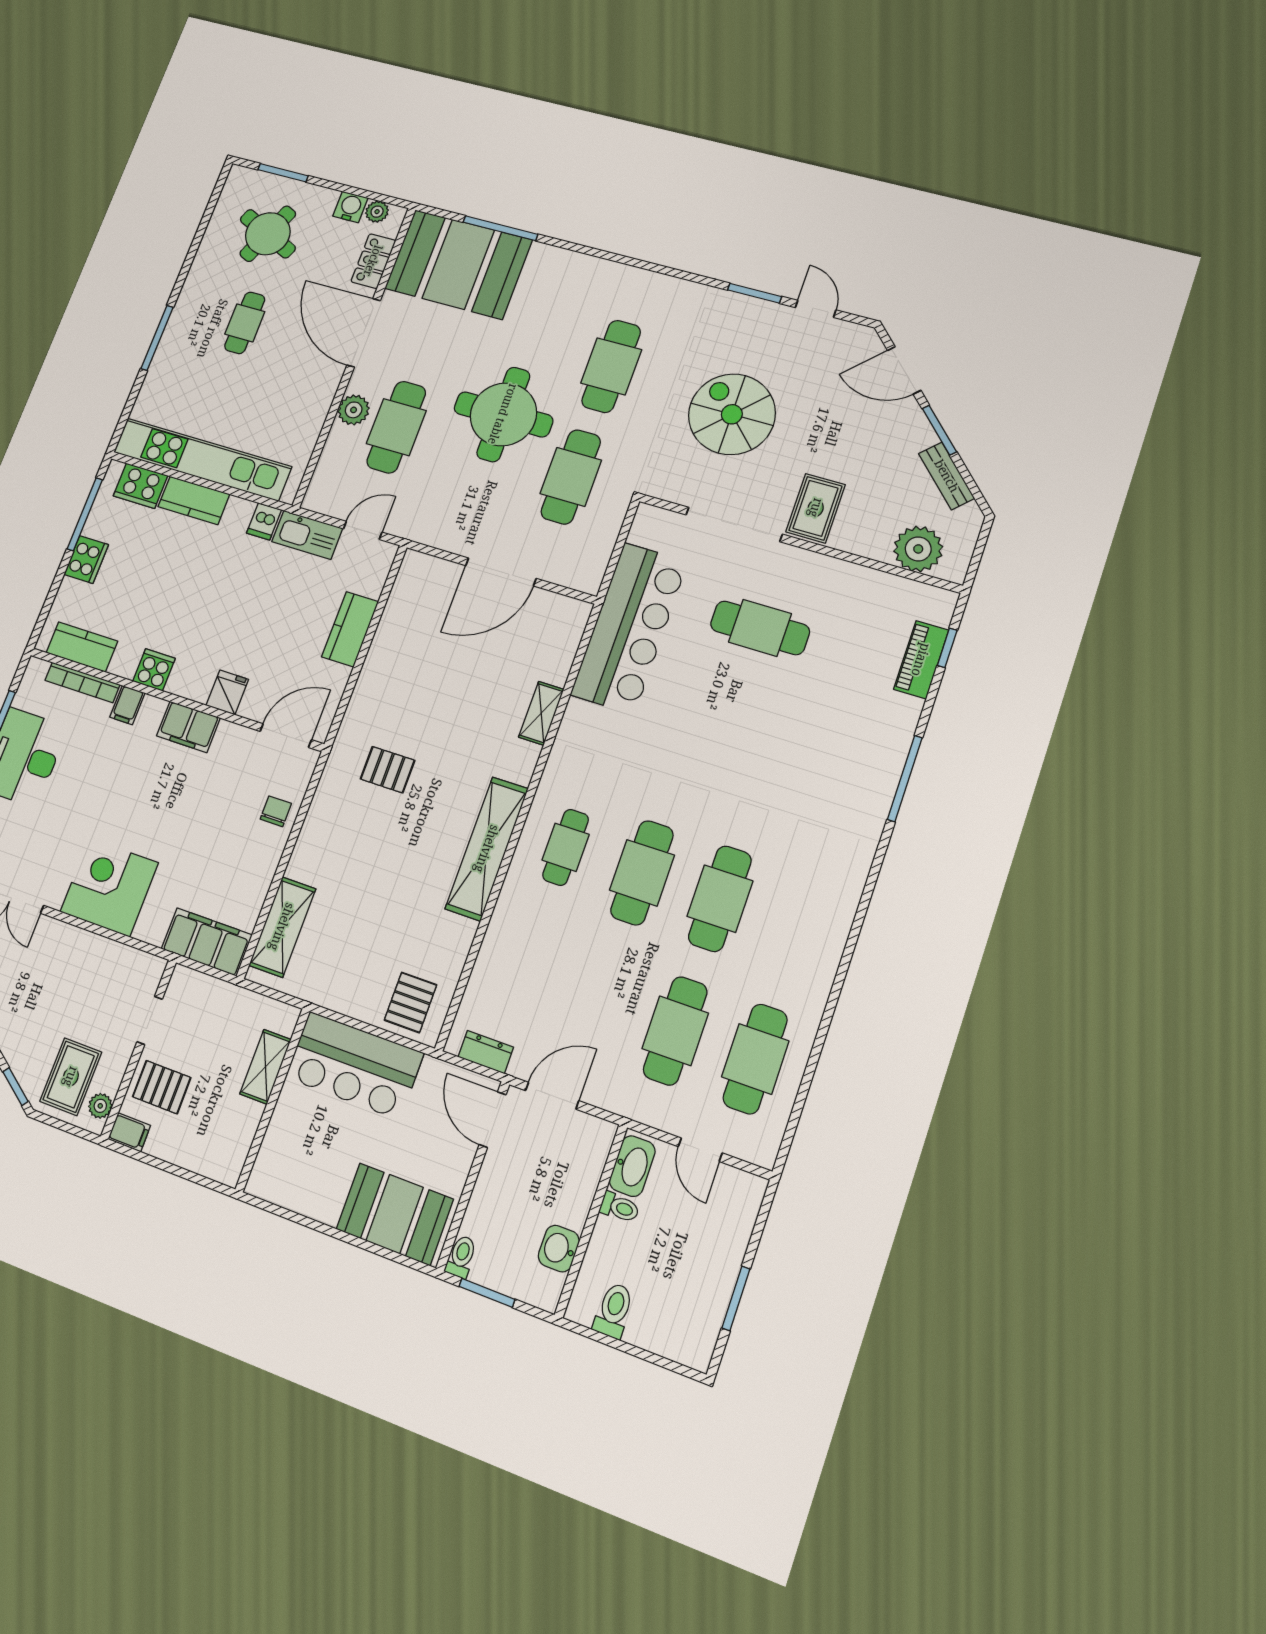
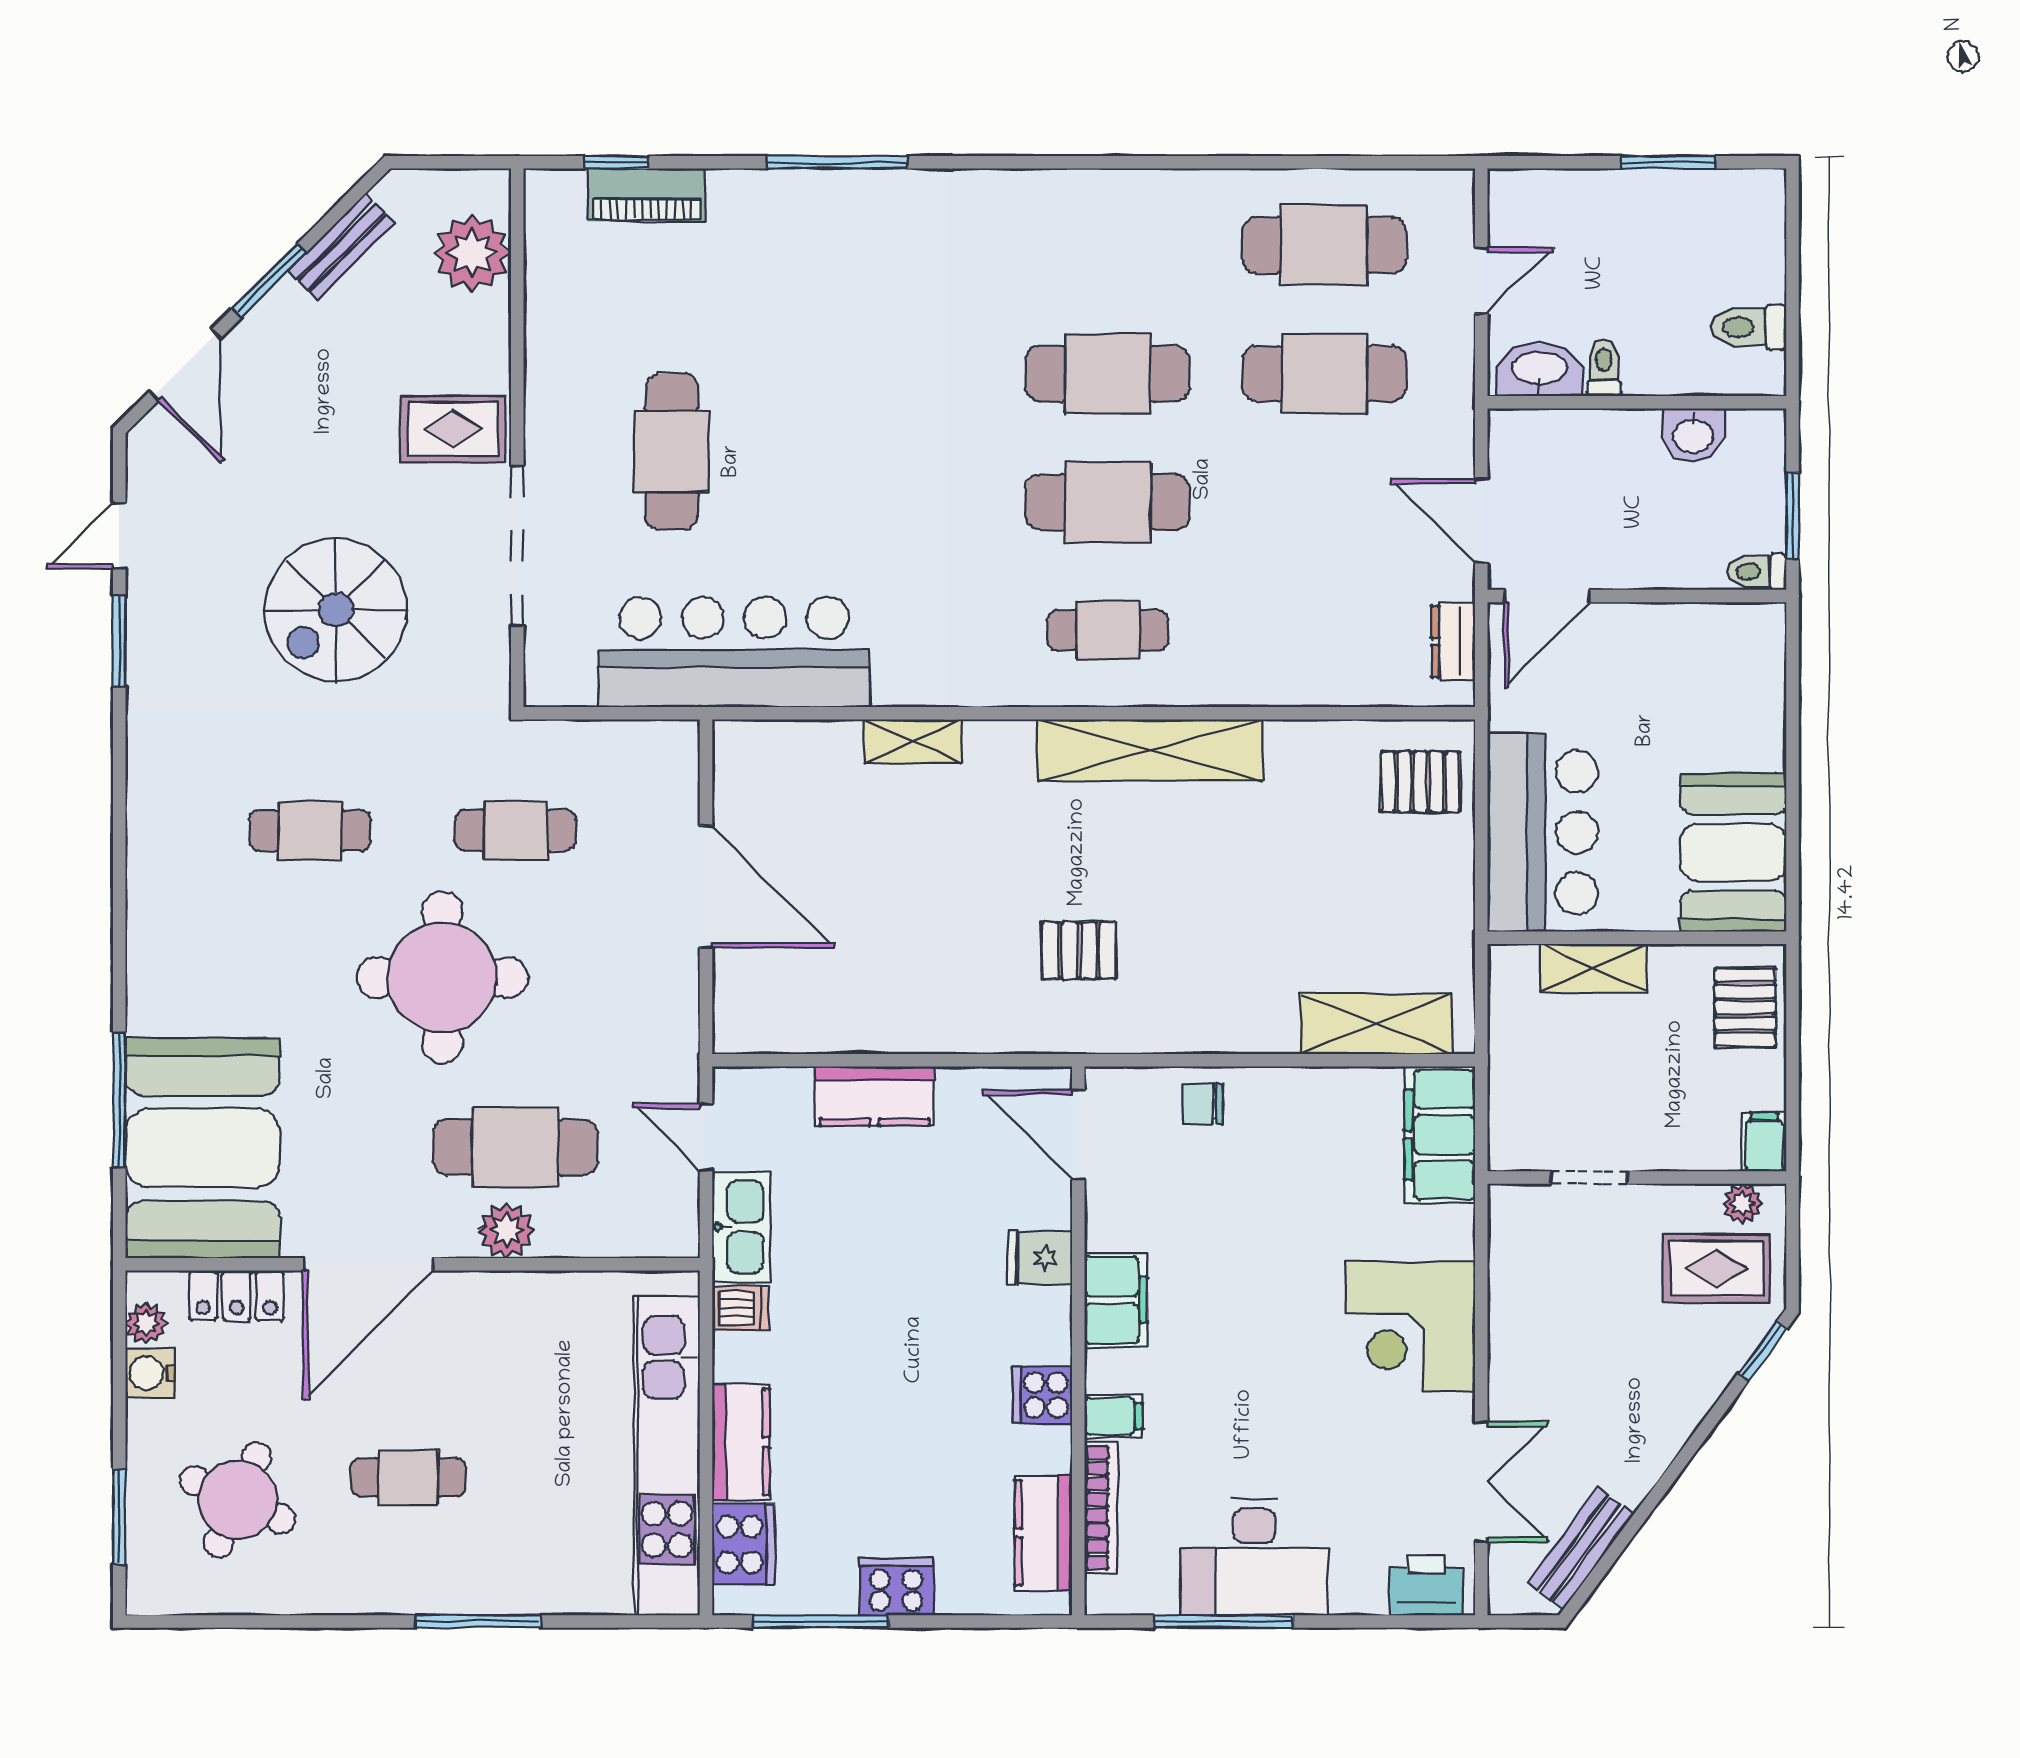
cafe table: (611, 366) -> (310, 830), width x0.73, depth x0.74
cafe table: (571, 477) -> (515, 830), width x0.73, depth x0.74
pallet: (388, 770) -> (1079, 950), turned 90
pallet: (162, 1087) -> (1745, 1007), moved
booth: (395, 1214) -> (1733, 853), moved

